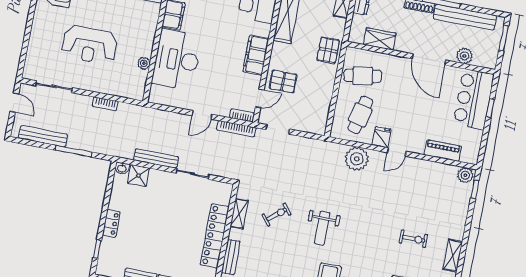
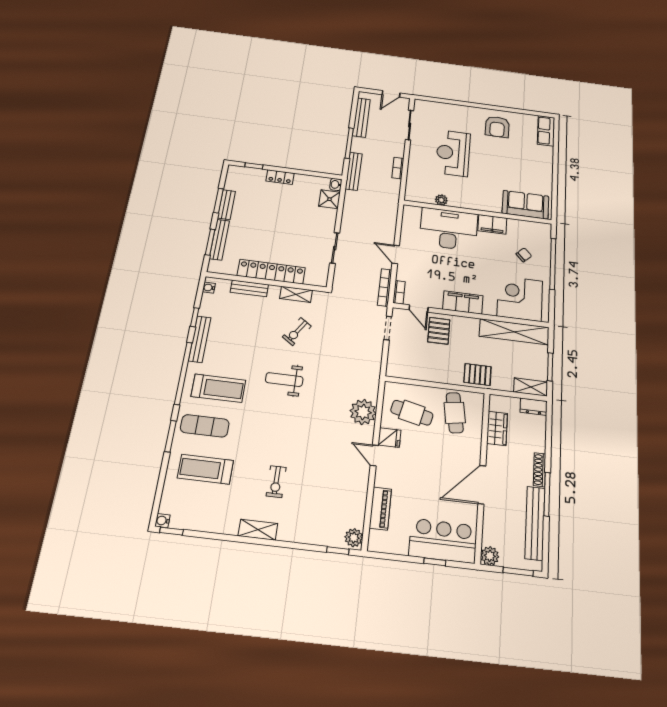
plant: (464, 56) -> (490, 556), moved
bench: (156, 158) -> (354, 171), moved
exercise bike: (277, 214) -> (297, 332), turned 72

